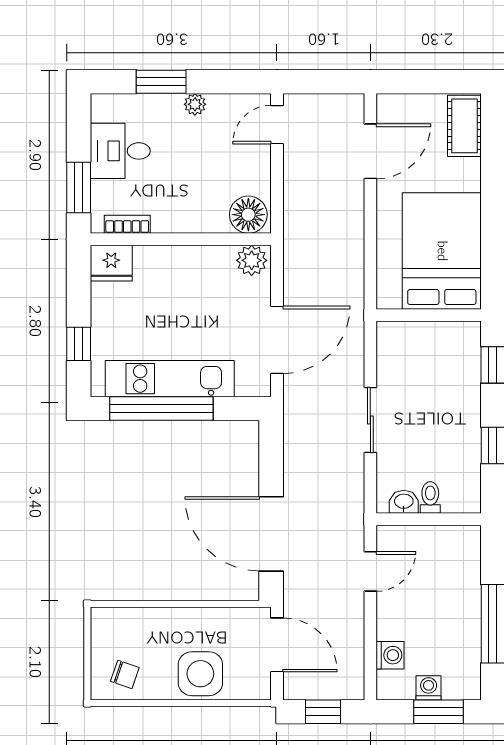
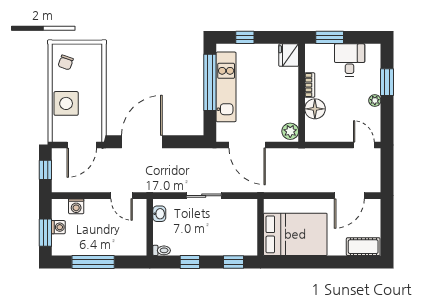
door: (370, 151) -> (349, 196), hinge flipped
floor lamp: (248, 215) -> (315, 109), moved
bookcase: (127, 224) -> (310, 85), moved
toilet: (430, 497) -> (162, 250), moved

